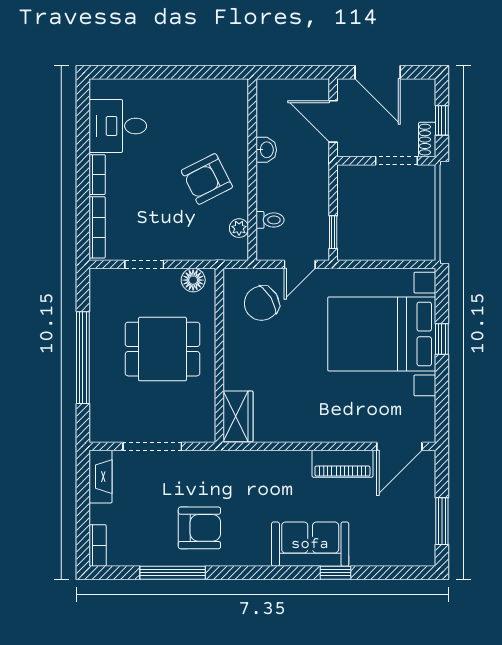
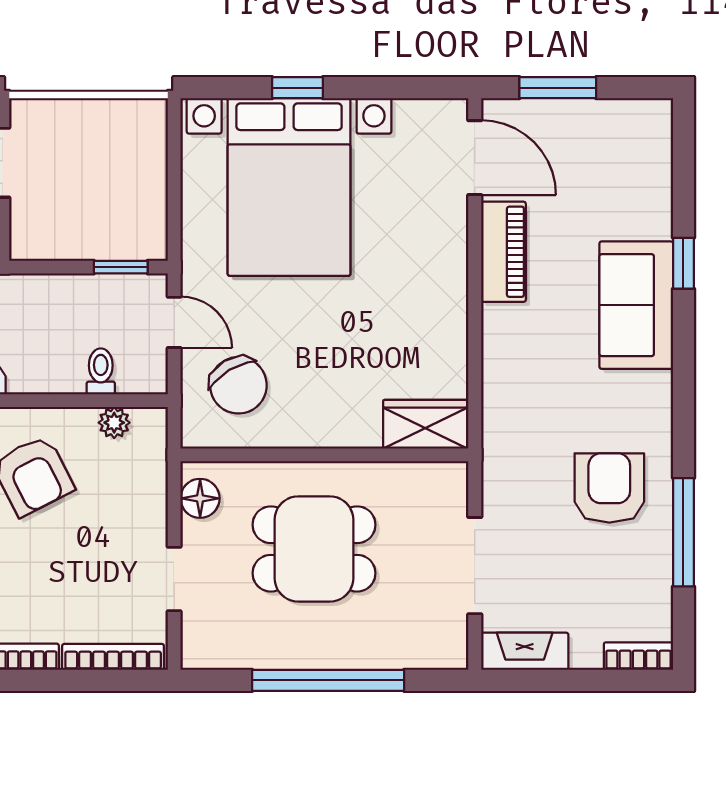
dining table: (163, 349) -> (314, 549), turned 90
window: (442, 521) -> (558, 88), moved

